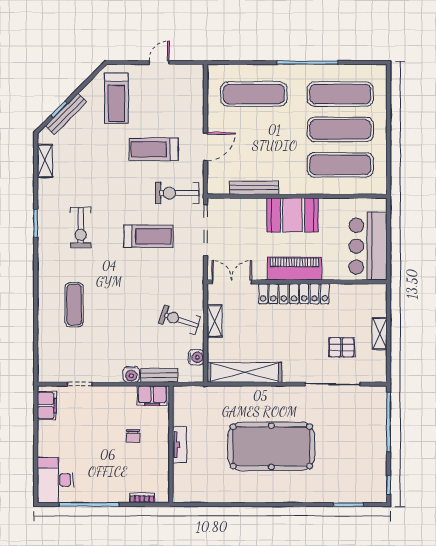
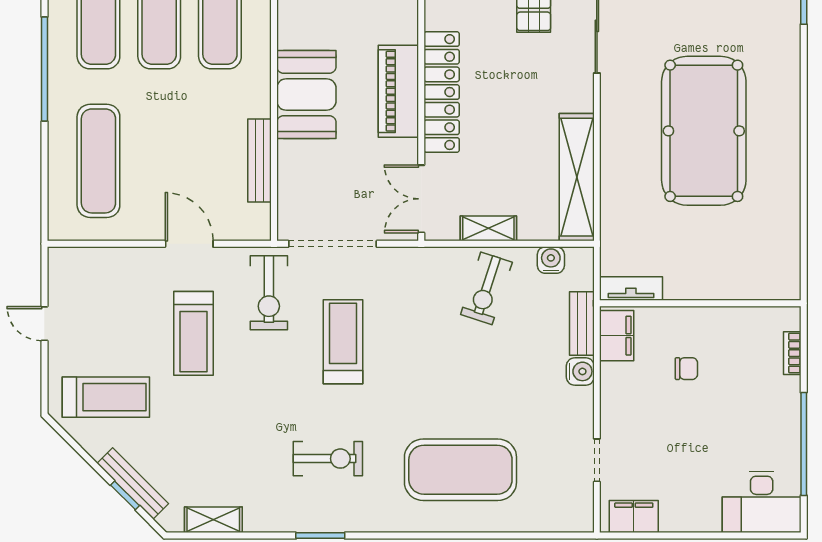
exercise mat: (74, 305) -> (460, 470), width x2.00, depth x1.45
tv unit: (180, 445) -> (631, 289), moved

